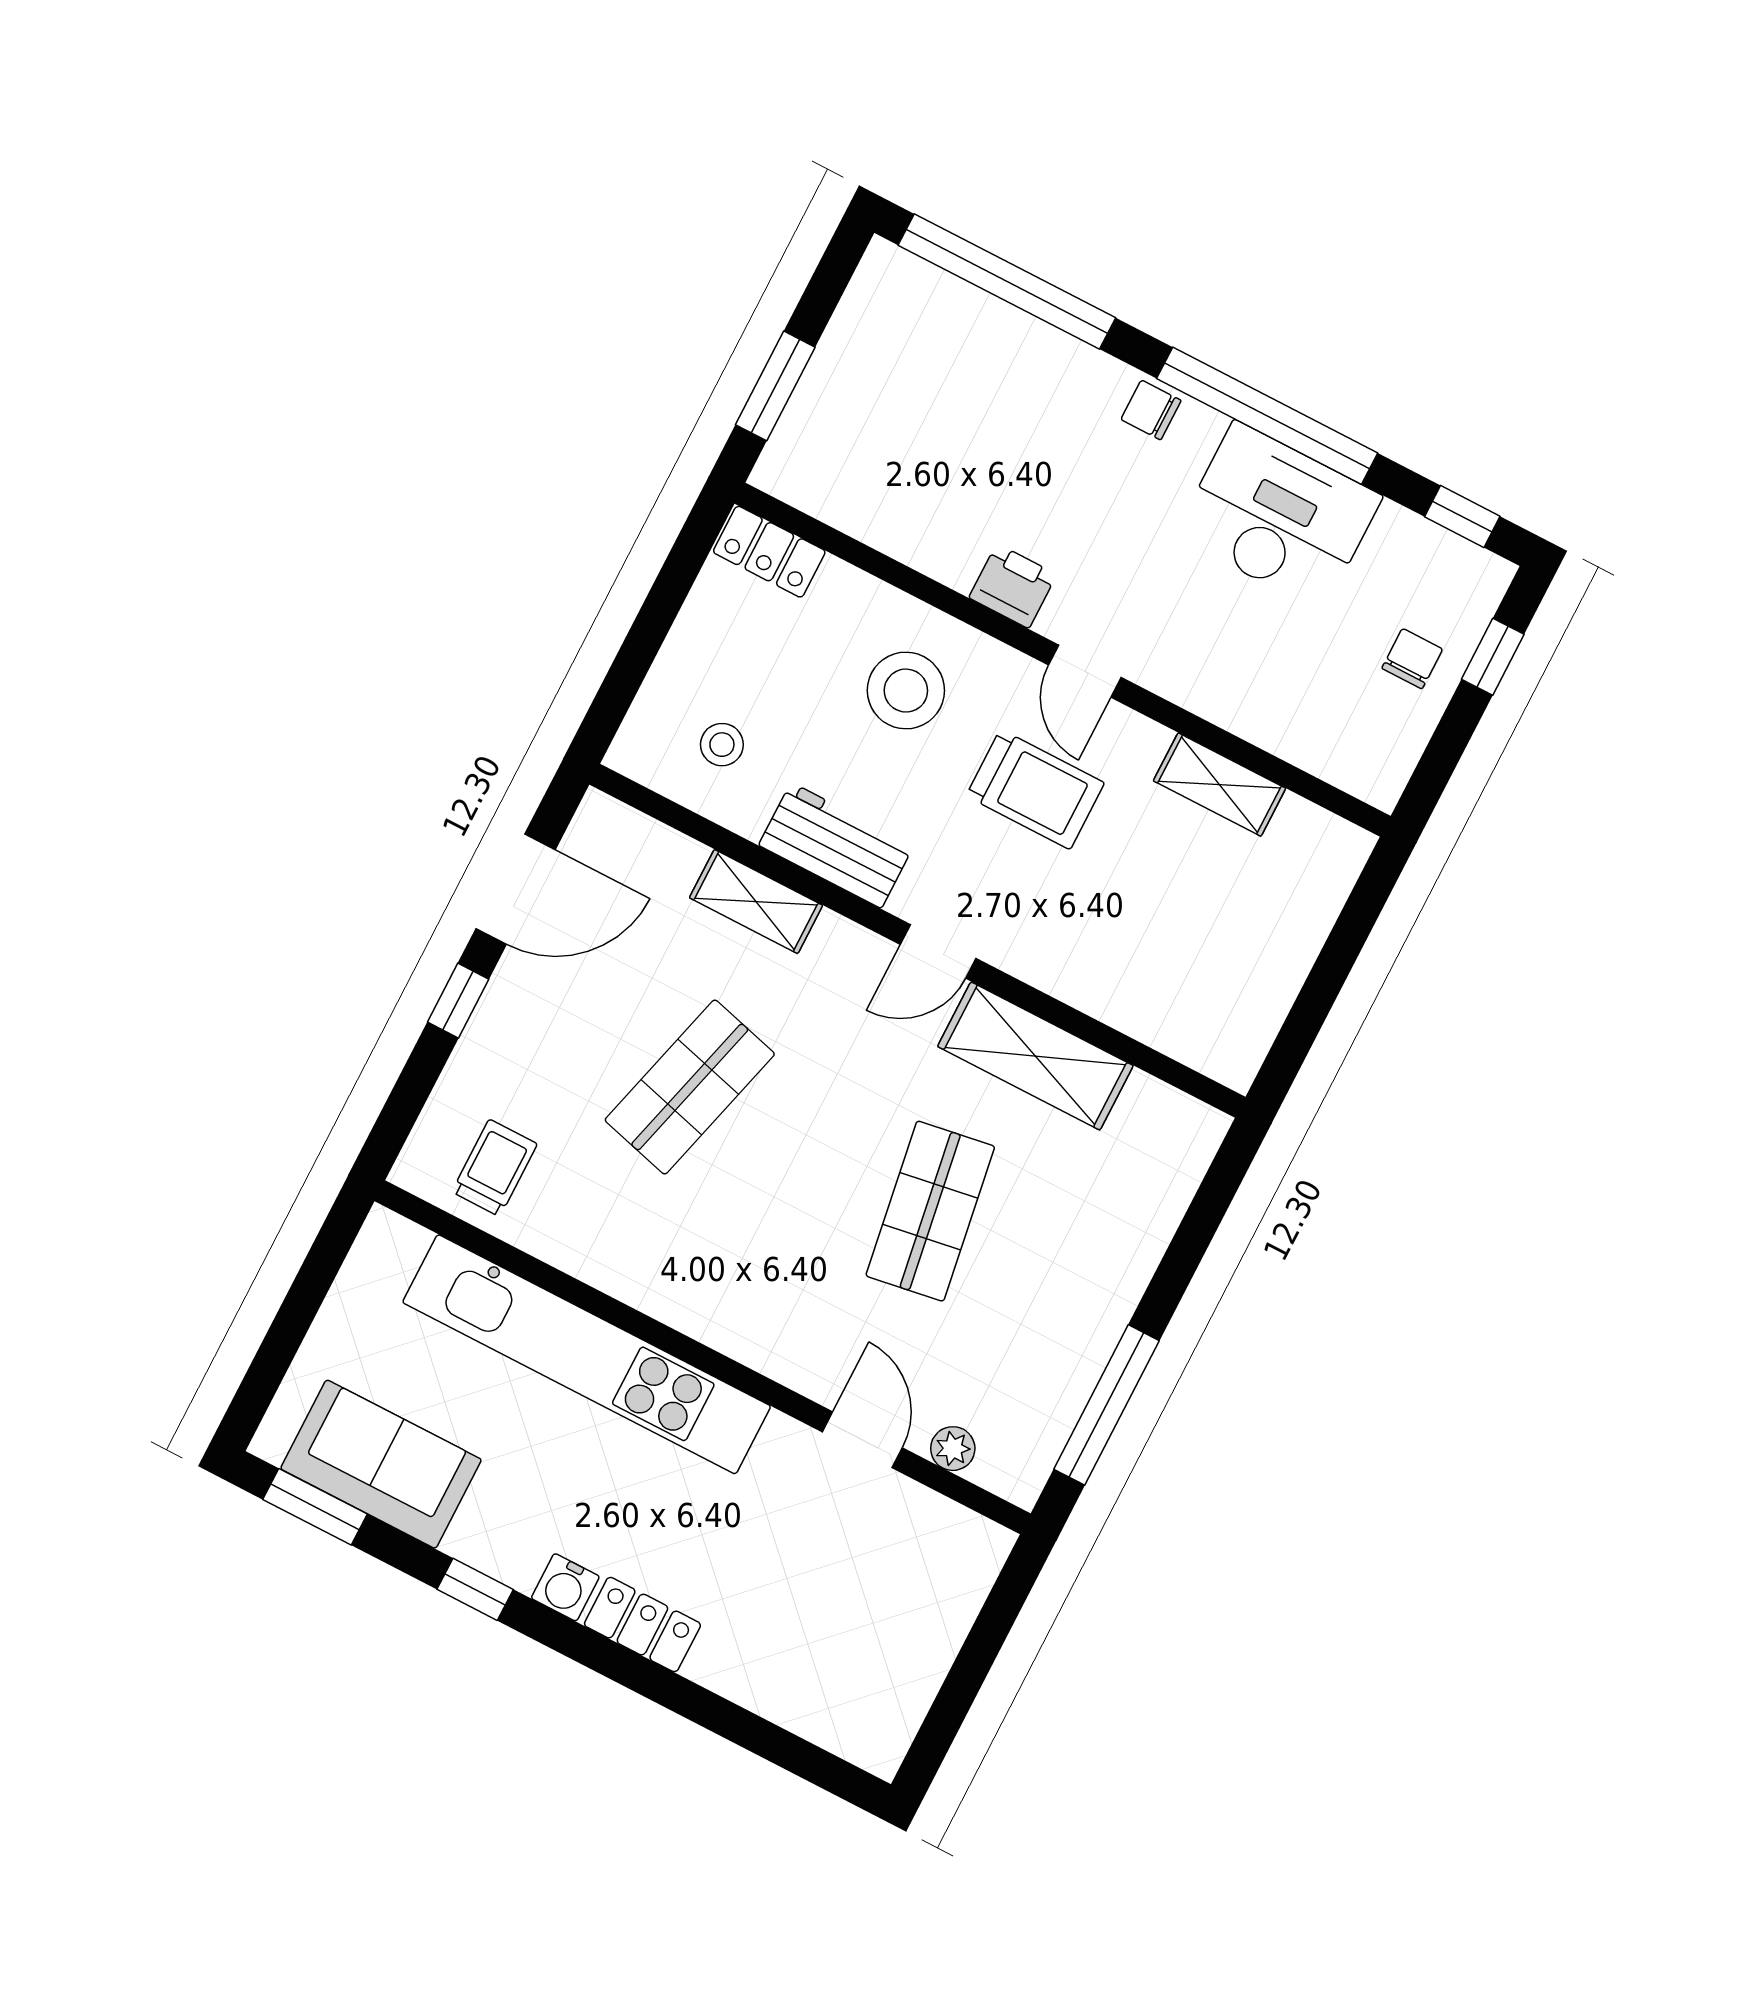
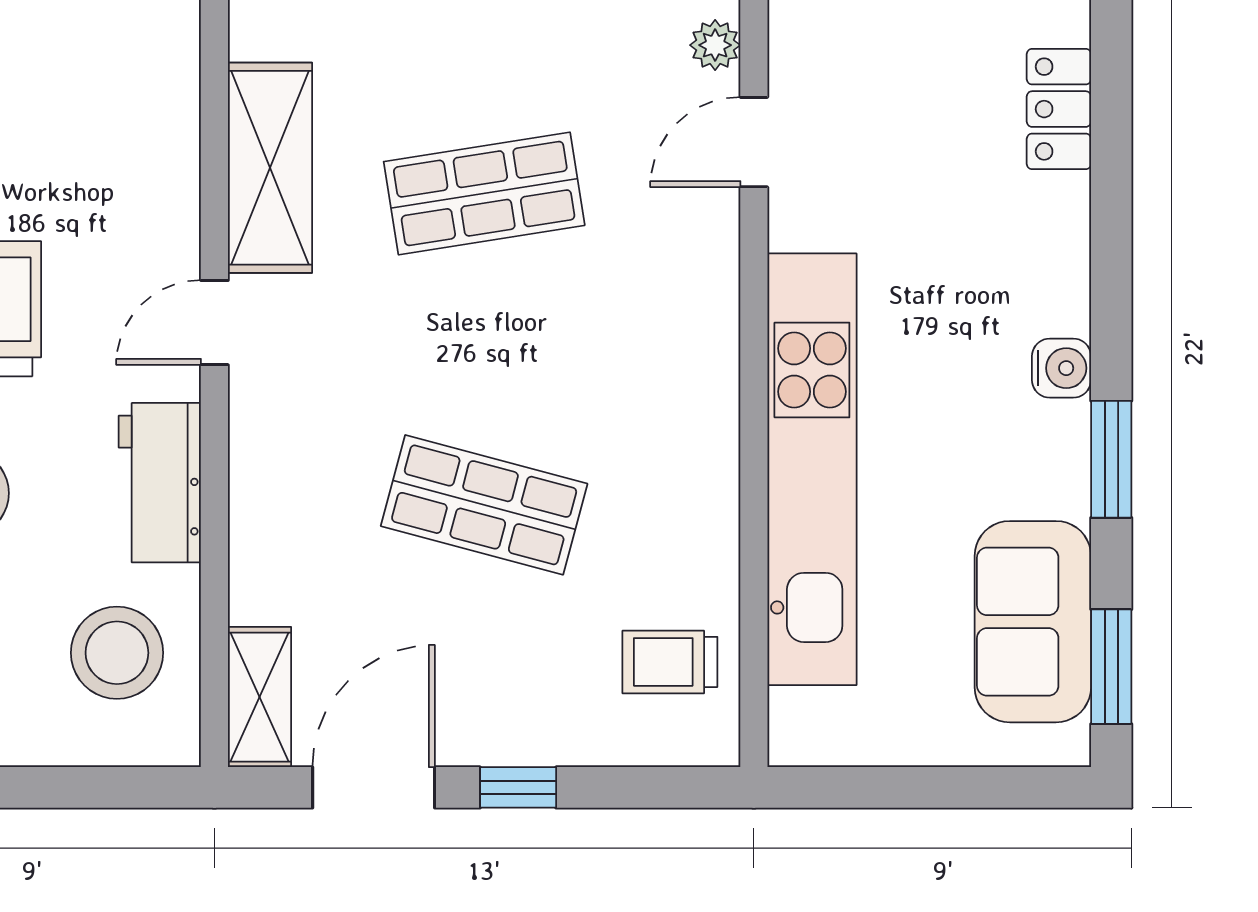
stool: (722, 745) -> (117, 653), width x1.89, depth x1.89
door: (516, 889) -> (374, 787), hinge flipped
shelving: (756, 901) -> (259, 697), moved
door: (938, 951) -> (214, 323), swing flipped
window: (475, 1589) -> (1111, 459), width x1.50
locker: (642, 1625) -> (1059, 109), moved

